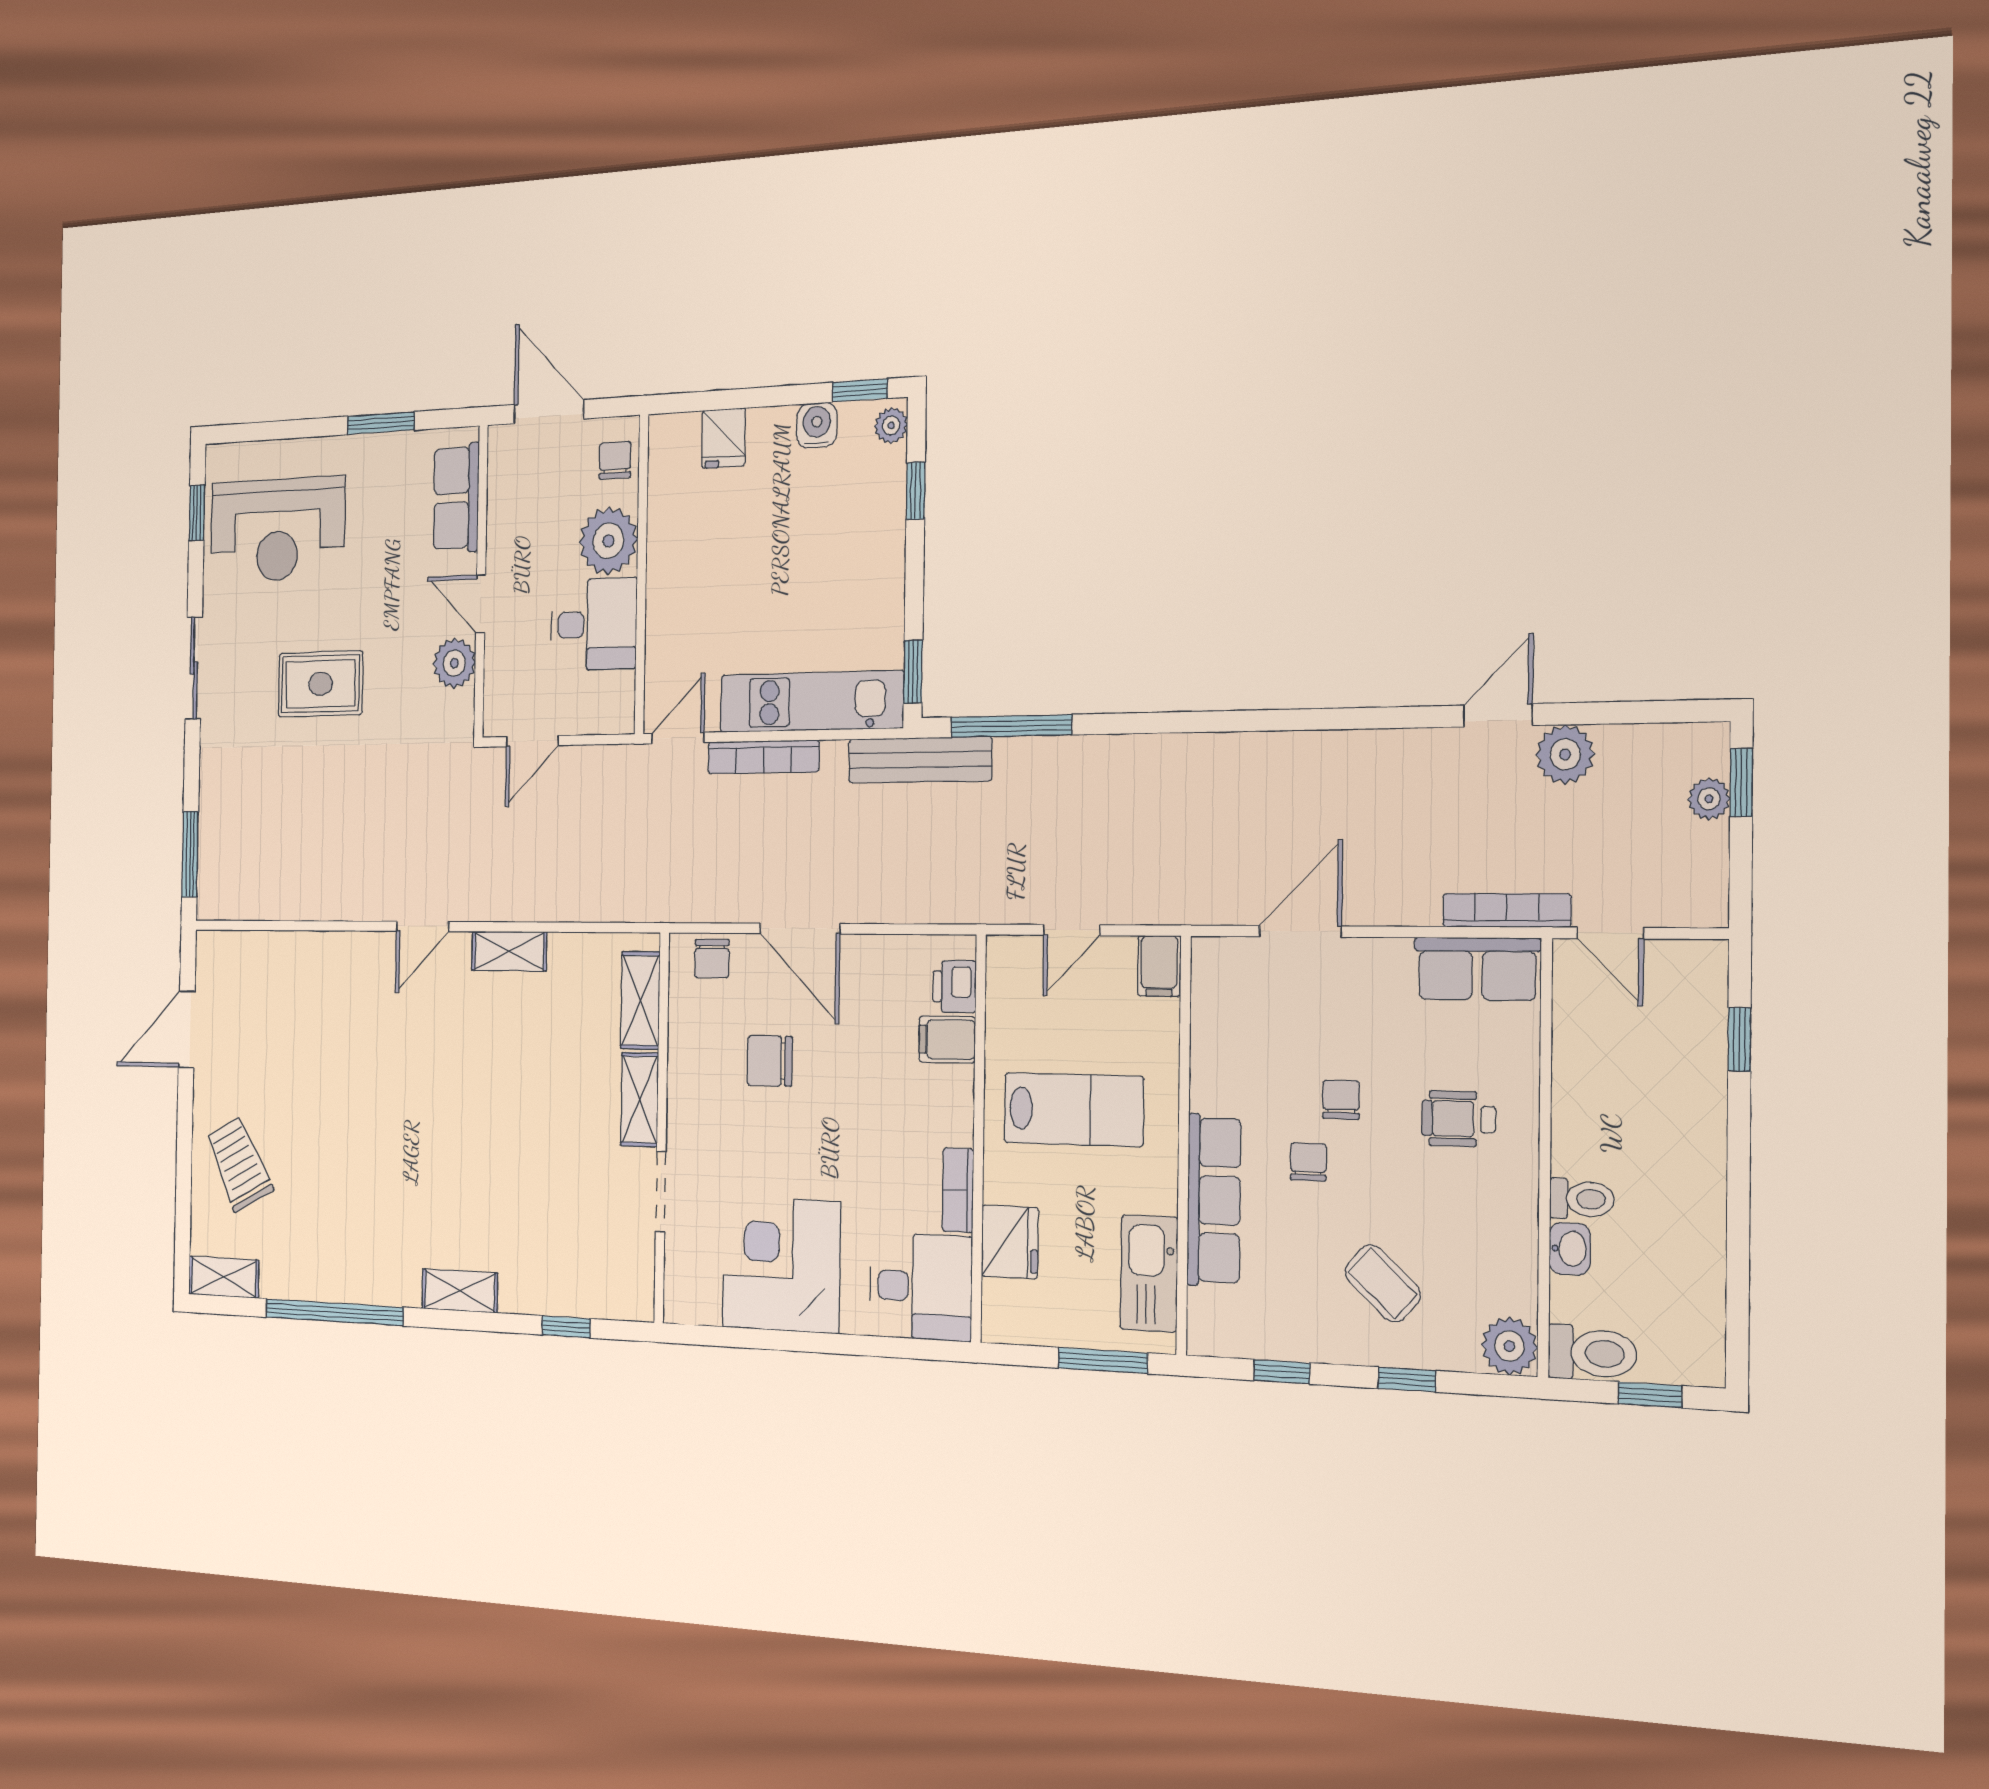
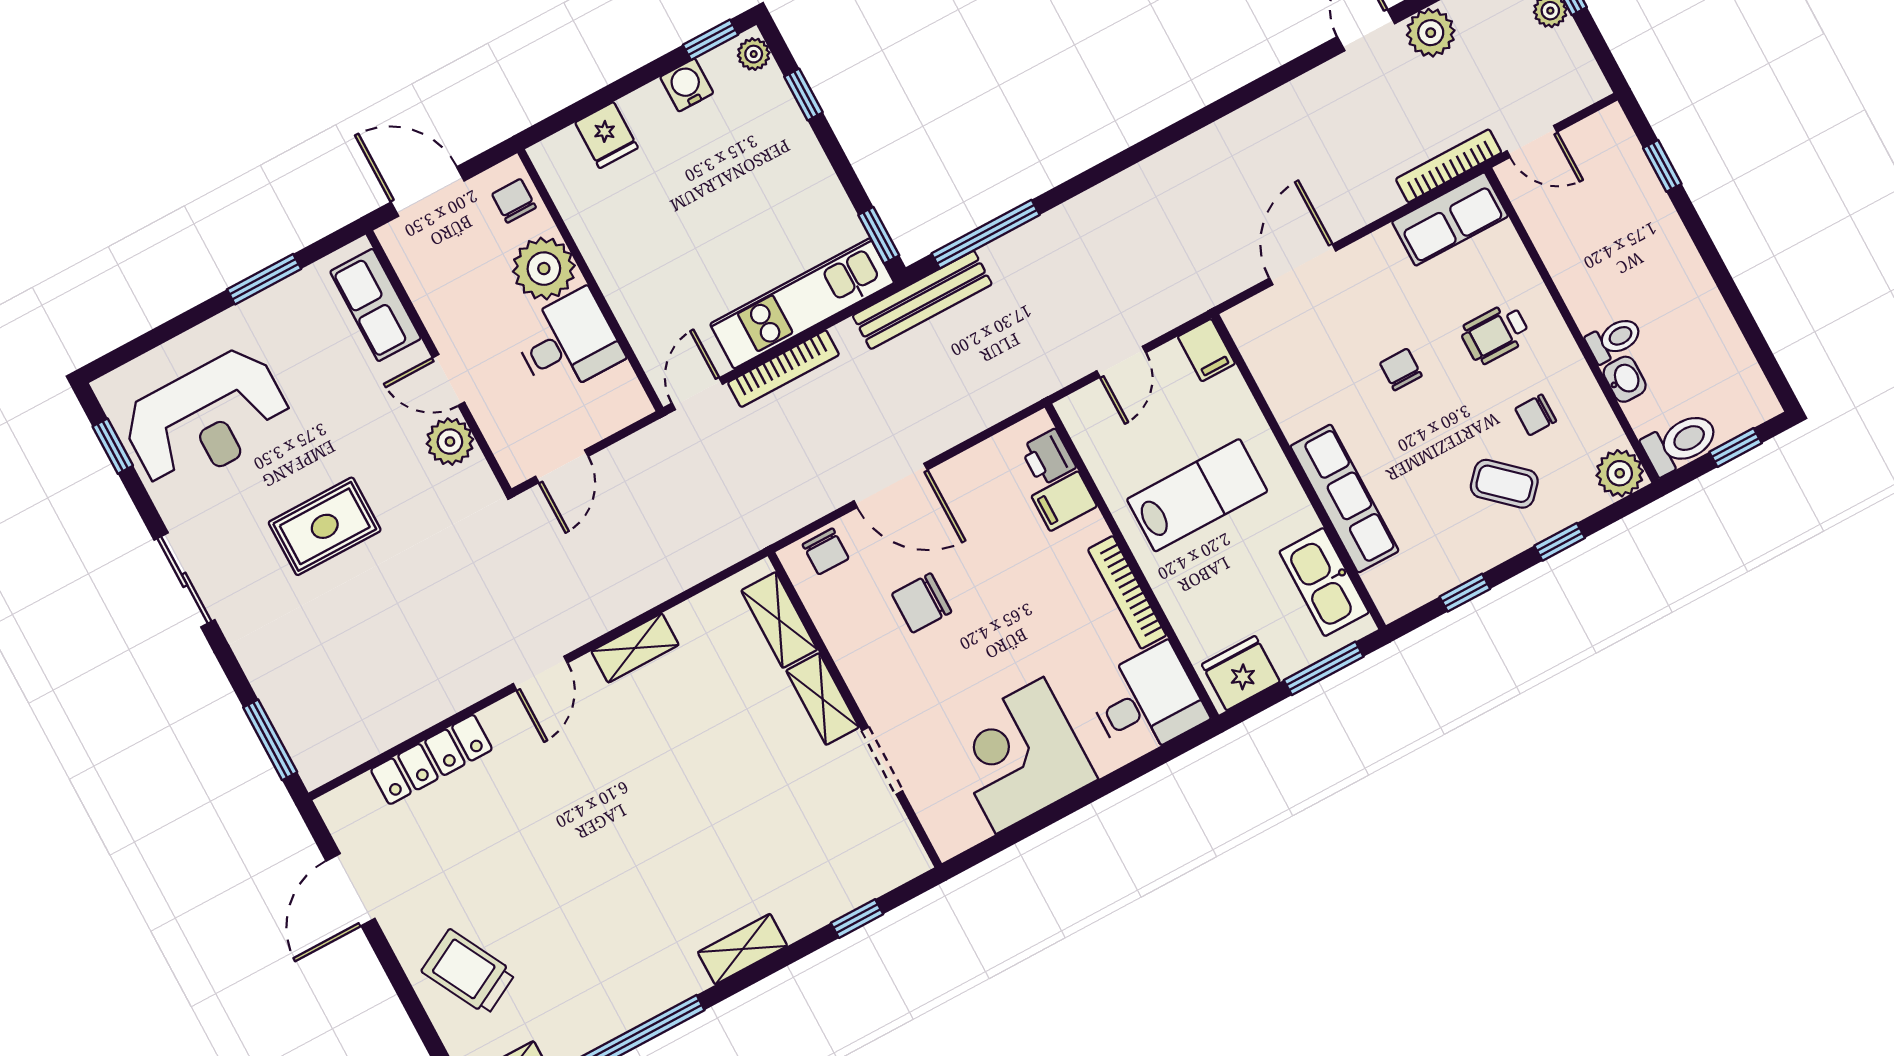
locker: (302, 951) -> (431, 759), added
chair: (1308, 1162) -> (1536, 415), moved, turned -90
bookcase: (958, 1190) -> (1127, 592), width x1.56
fridge: (1010, 1242) -> (1241, 673), moved, turned -90

